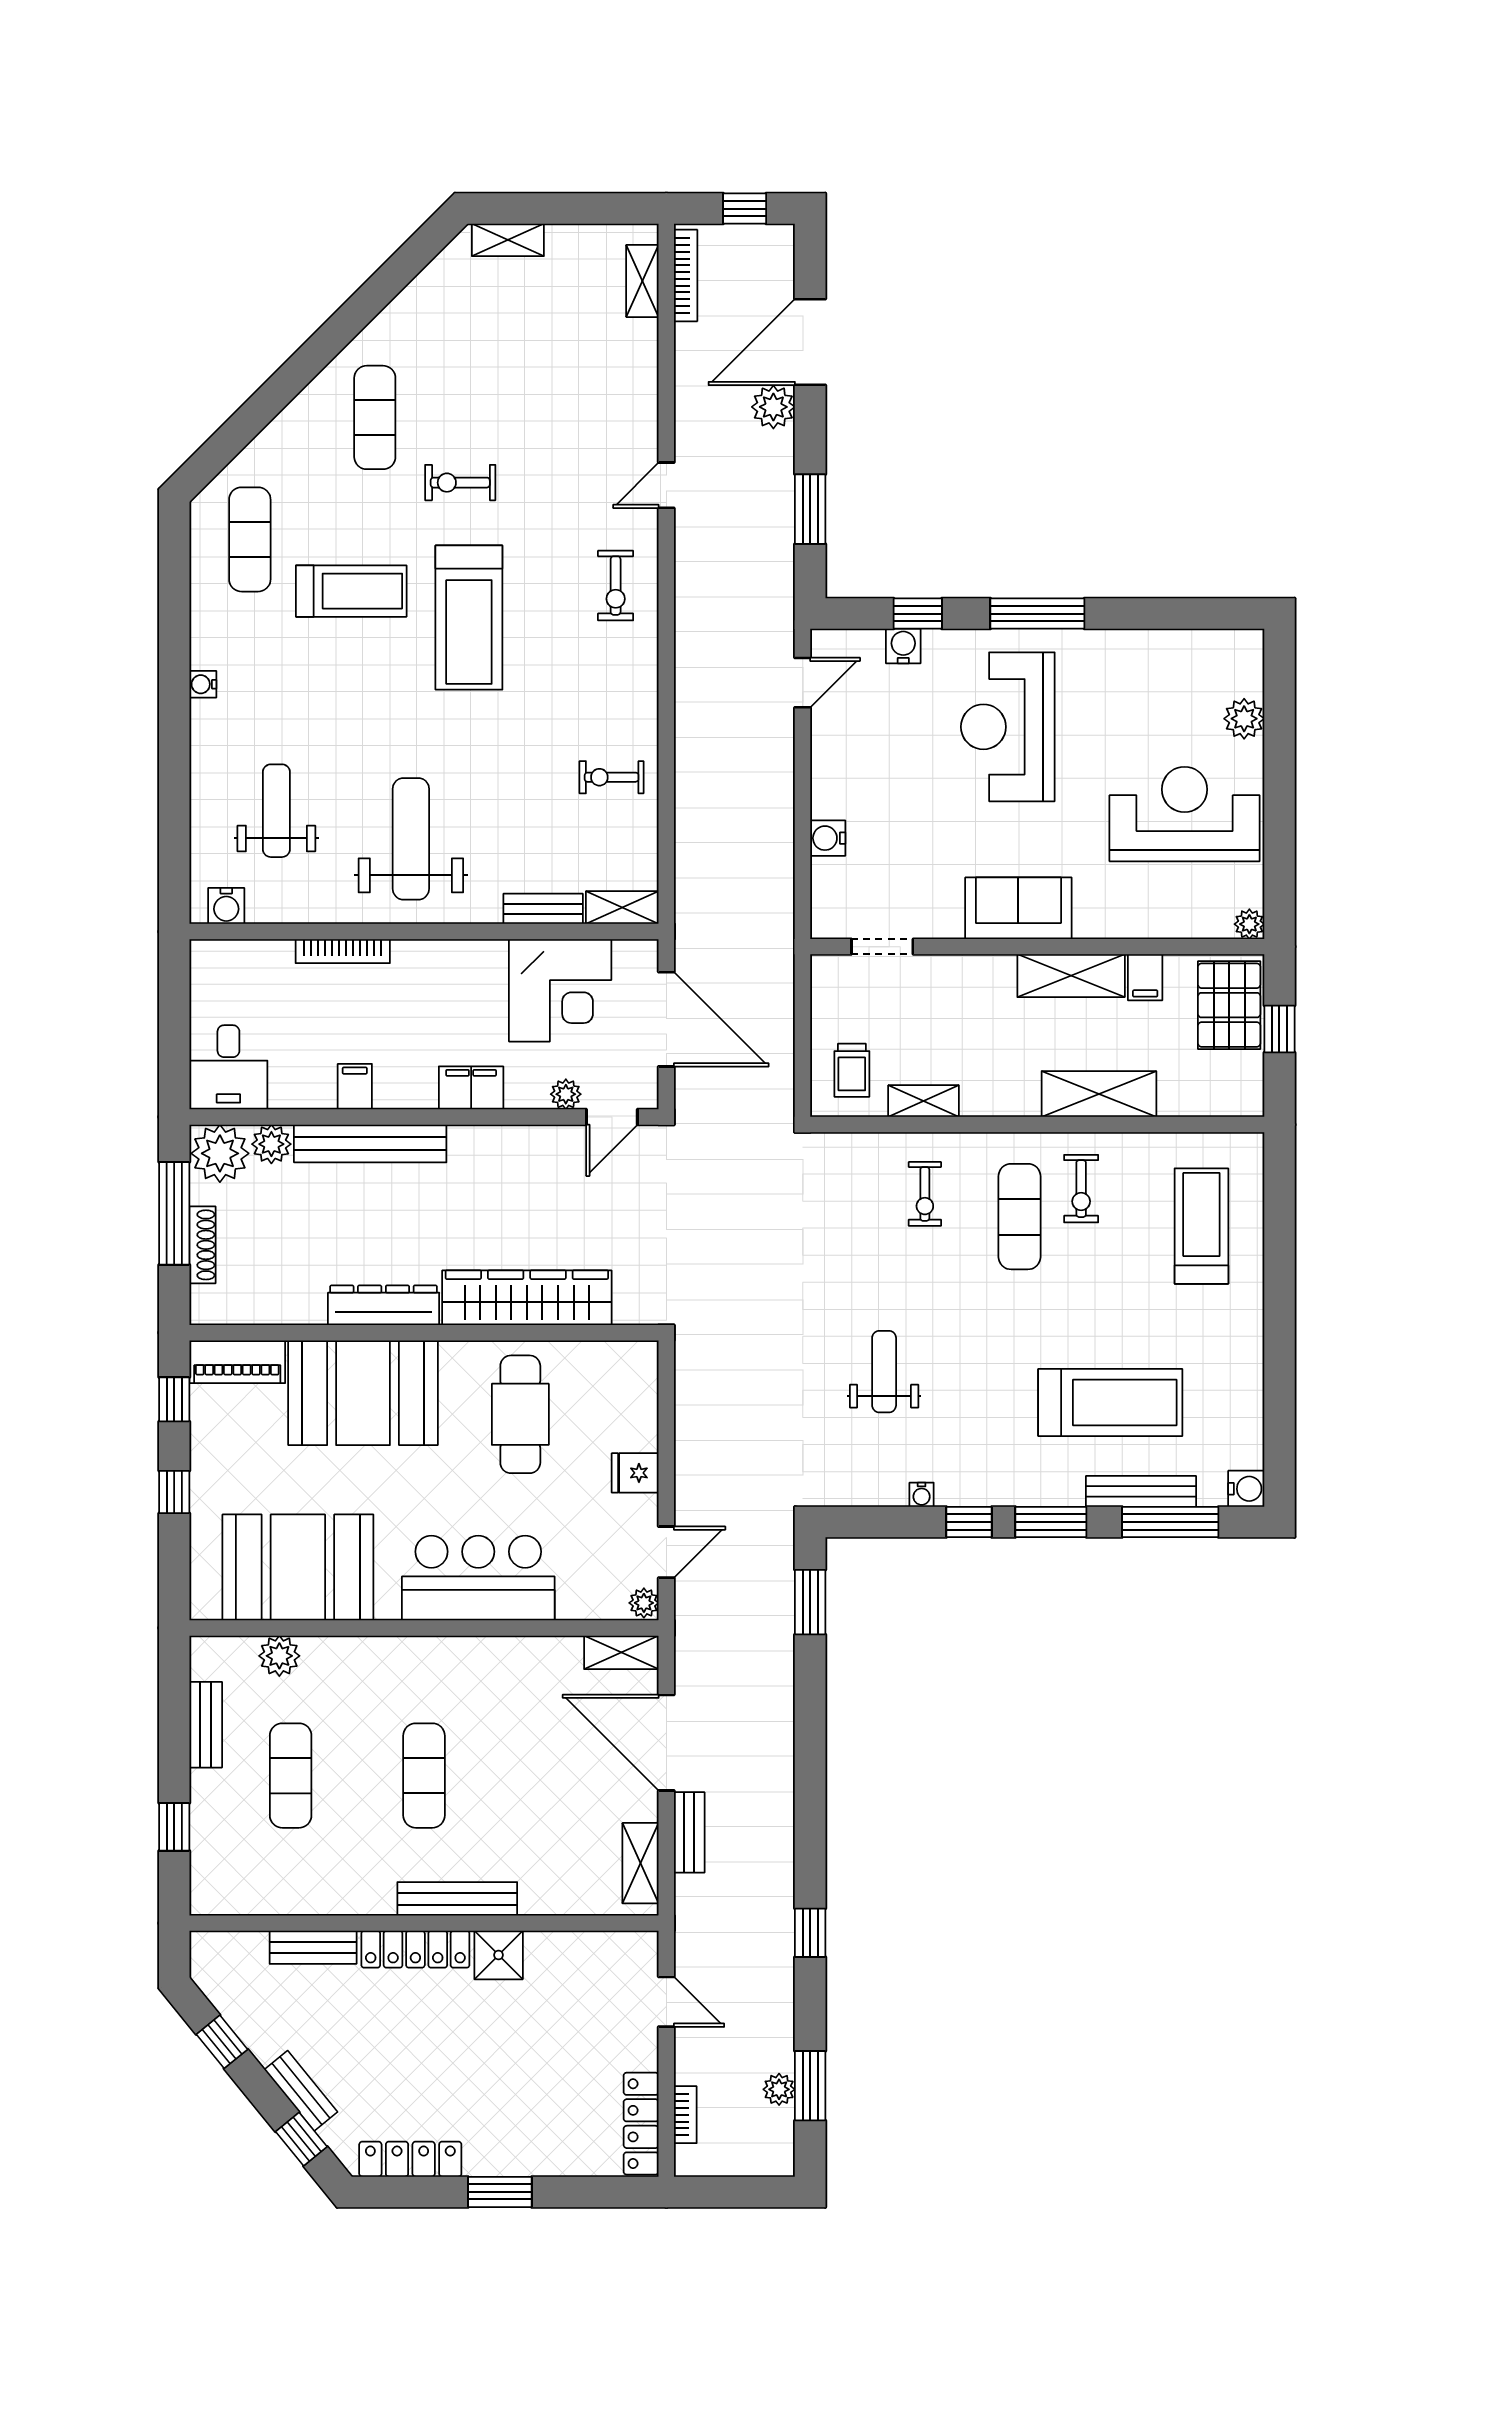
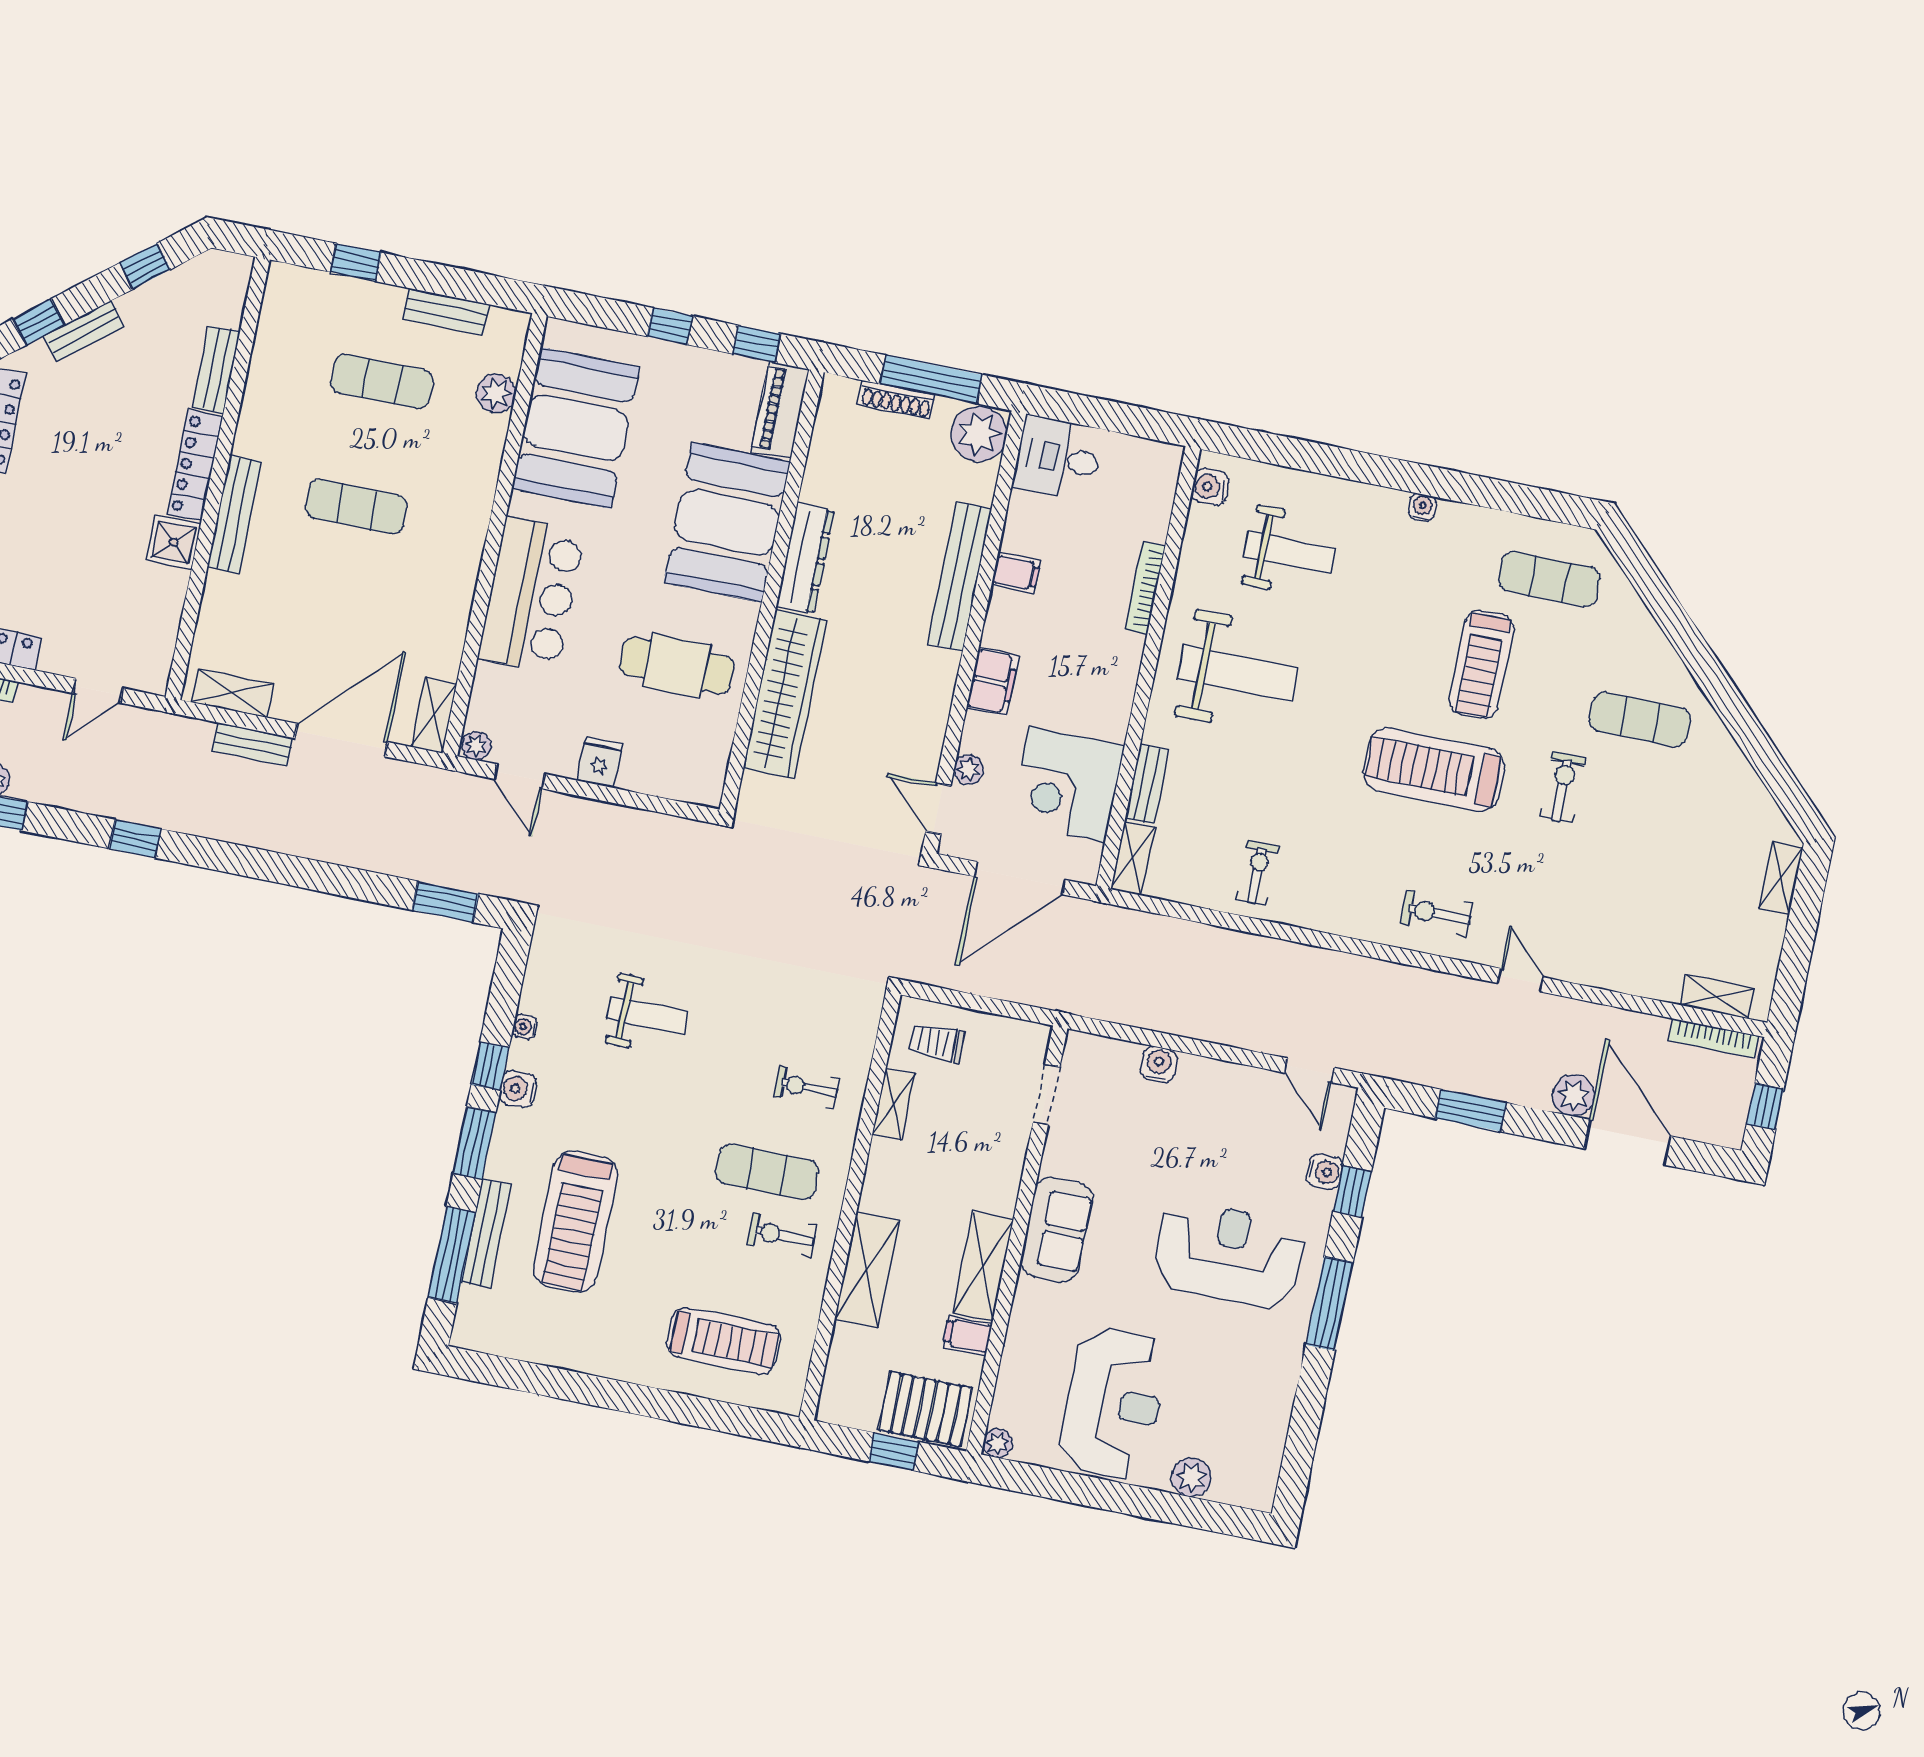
plant: (271, 1144) -> (978, 484), removed
water cooler: (1246, 1489) -> (518, 1089), moved, turned 90

